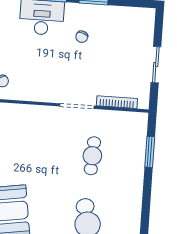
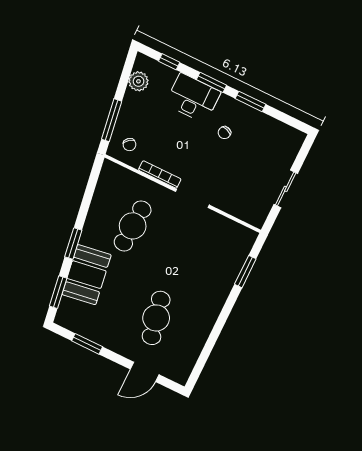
bookcase: (117, 102) -> (160, 174), moved
cafe table: (92, 156) -> (133, 226), moved, width x1.37, depth x1.35

